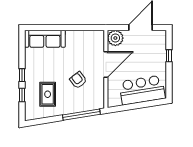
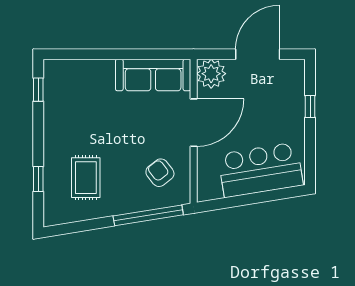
sofa: (45, 39) -> (153, 75), moved
window: (22, 75) -> (38, 90), moved
armchair: (78, 80) -> (160, 173), moved

